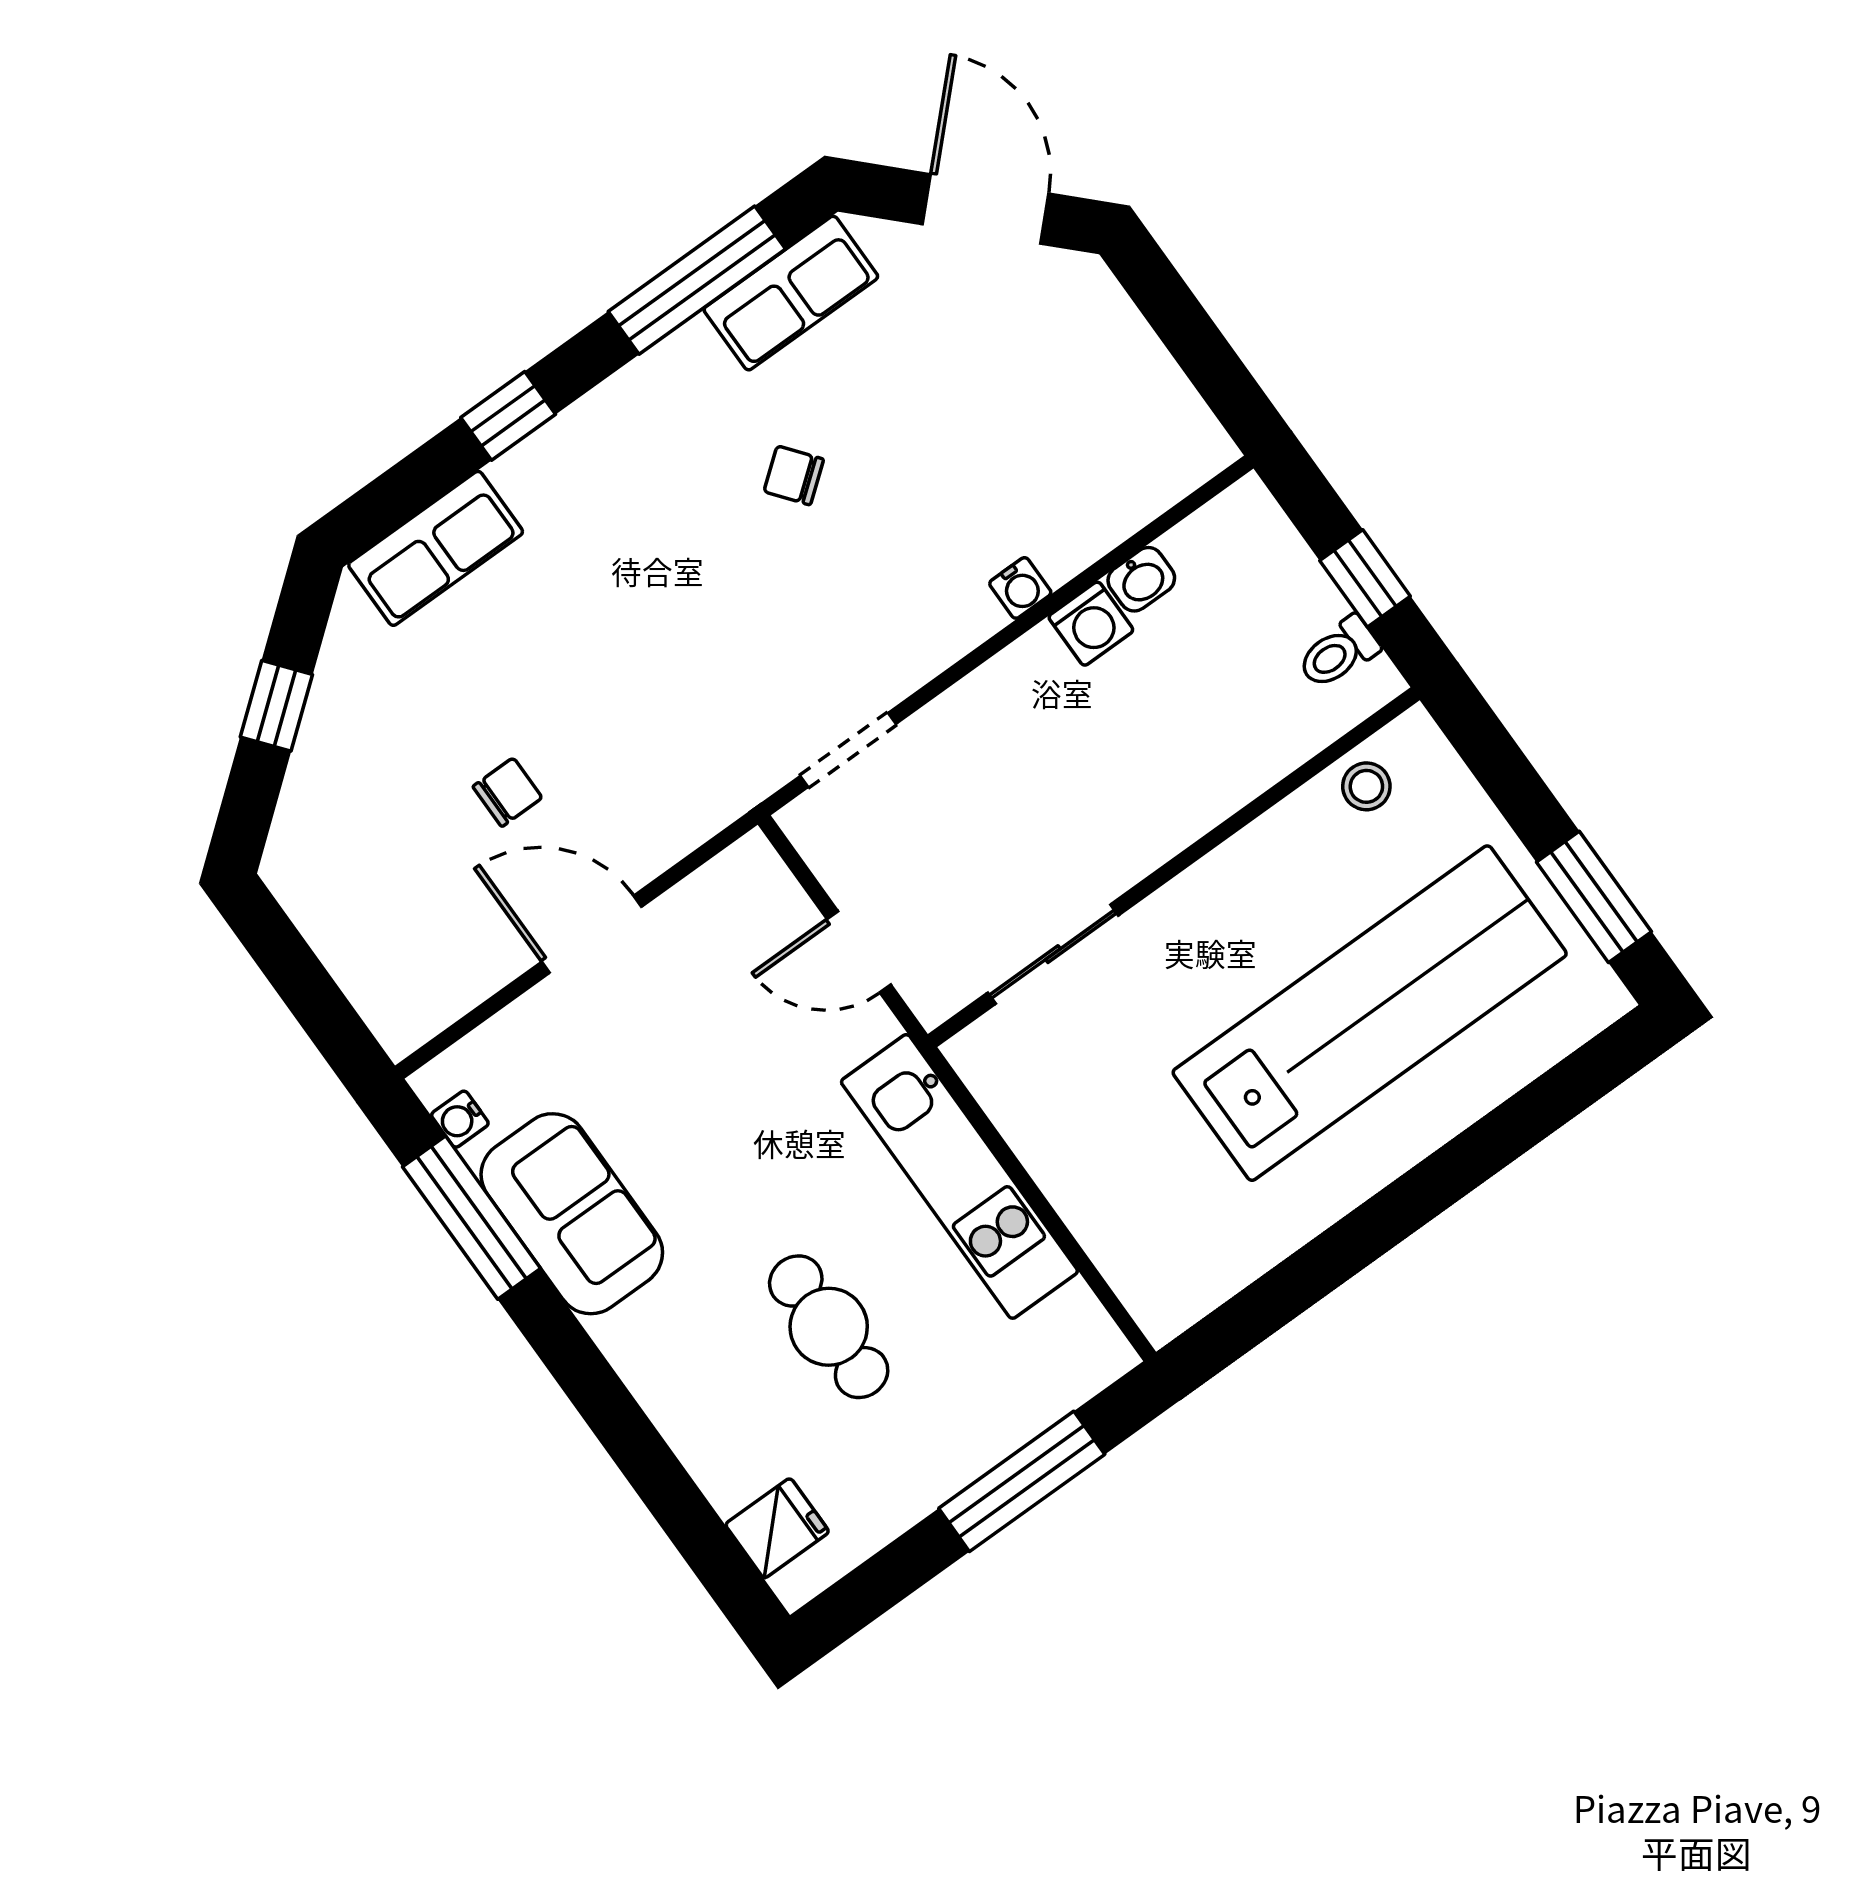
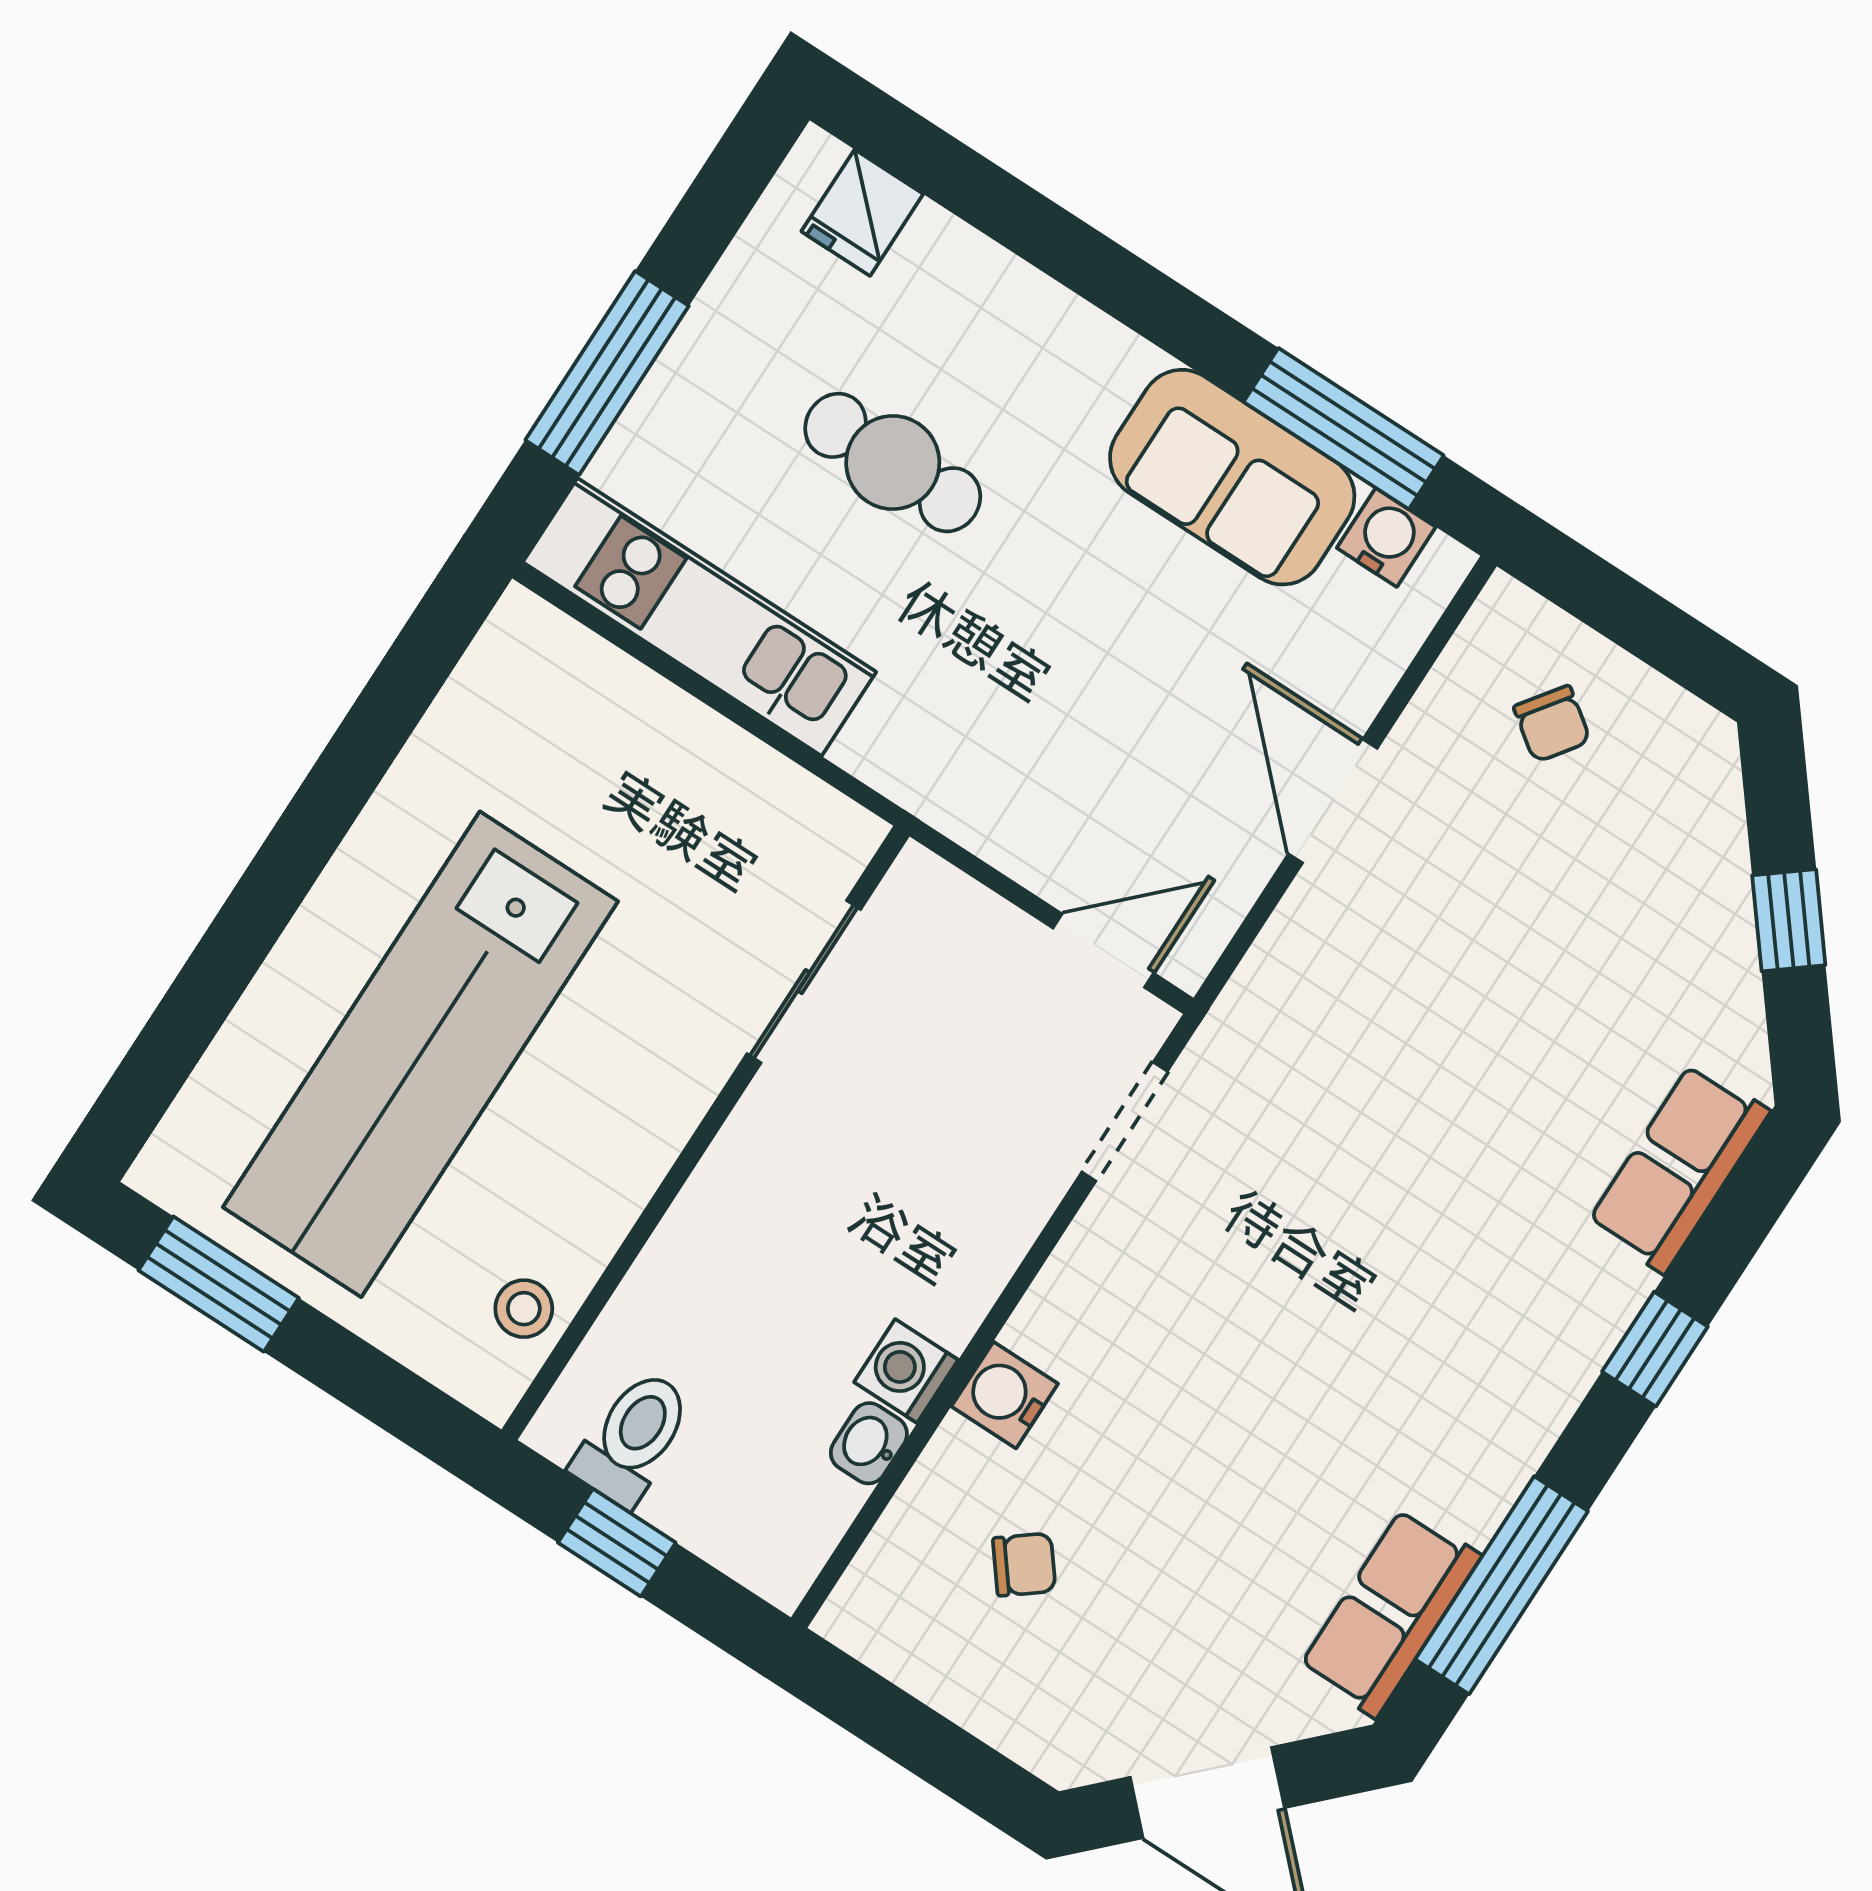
chair: (794, 475) -> (1024, 1565), moved
water cooler: (1020, 588) -> (1005, 1395), width x1.38, depth x1.38
toilet: (1338, 653) -> (633, 1438), width x1.37, depth x1.39
chair: (507, 792) -> (1552, 724), moved, turned -54
door: (592, 934) -> (1333, 801), swing flipped
door: (859, 952) -> (1103, 951), moved
water cooler: (460, 1119) -> (1386, 537), width x1.38, depth x1.38
kitchen unit: (959, 1176) -> (699, 617), moved

